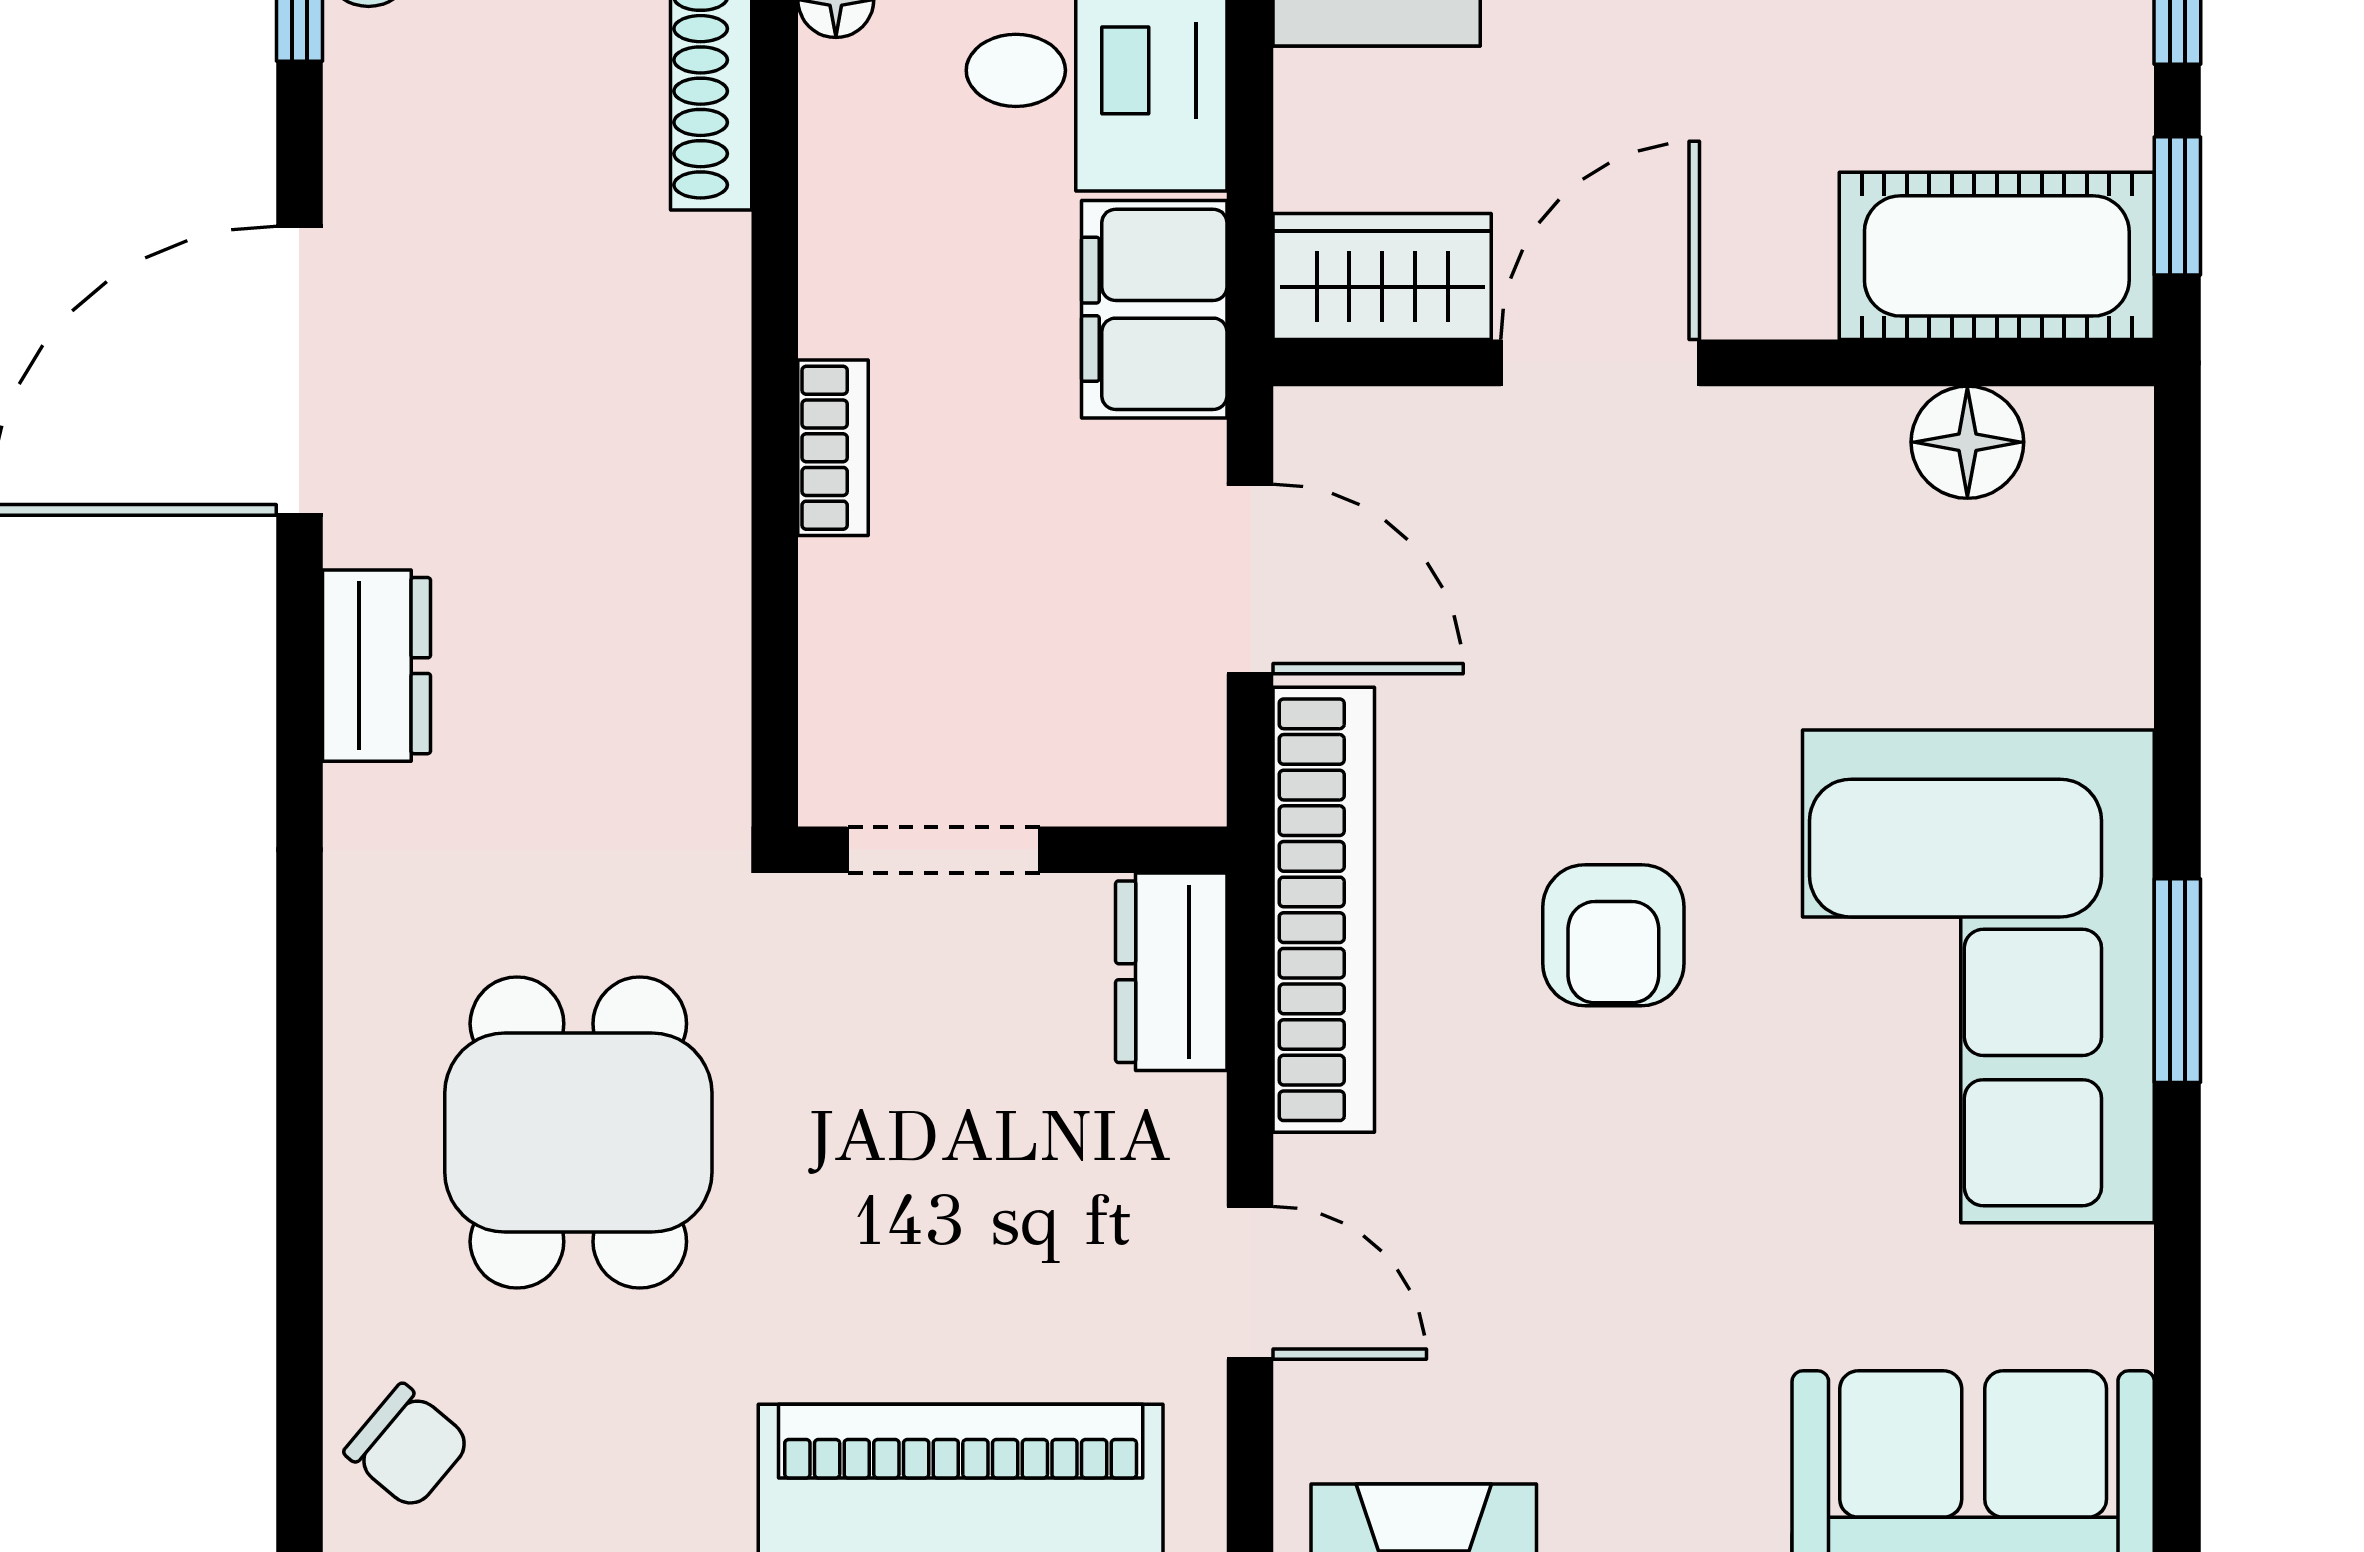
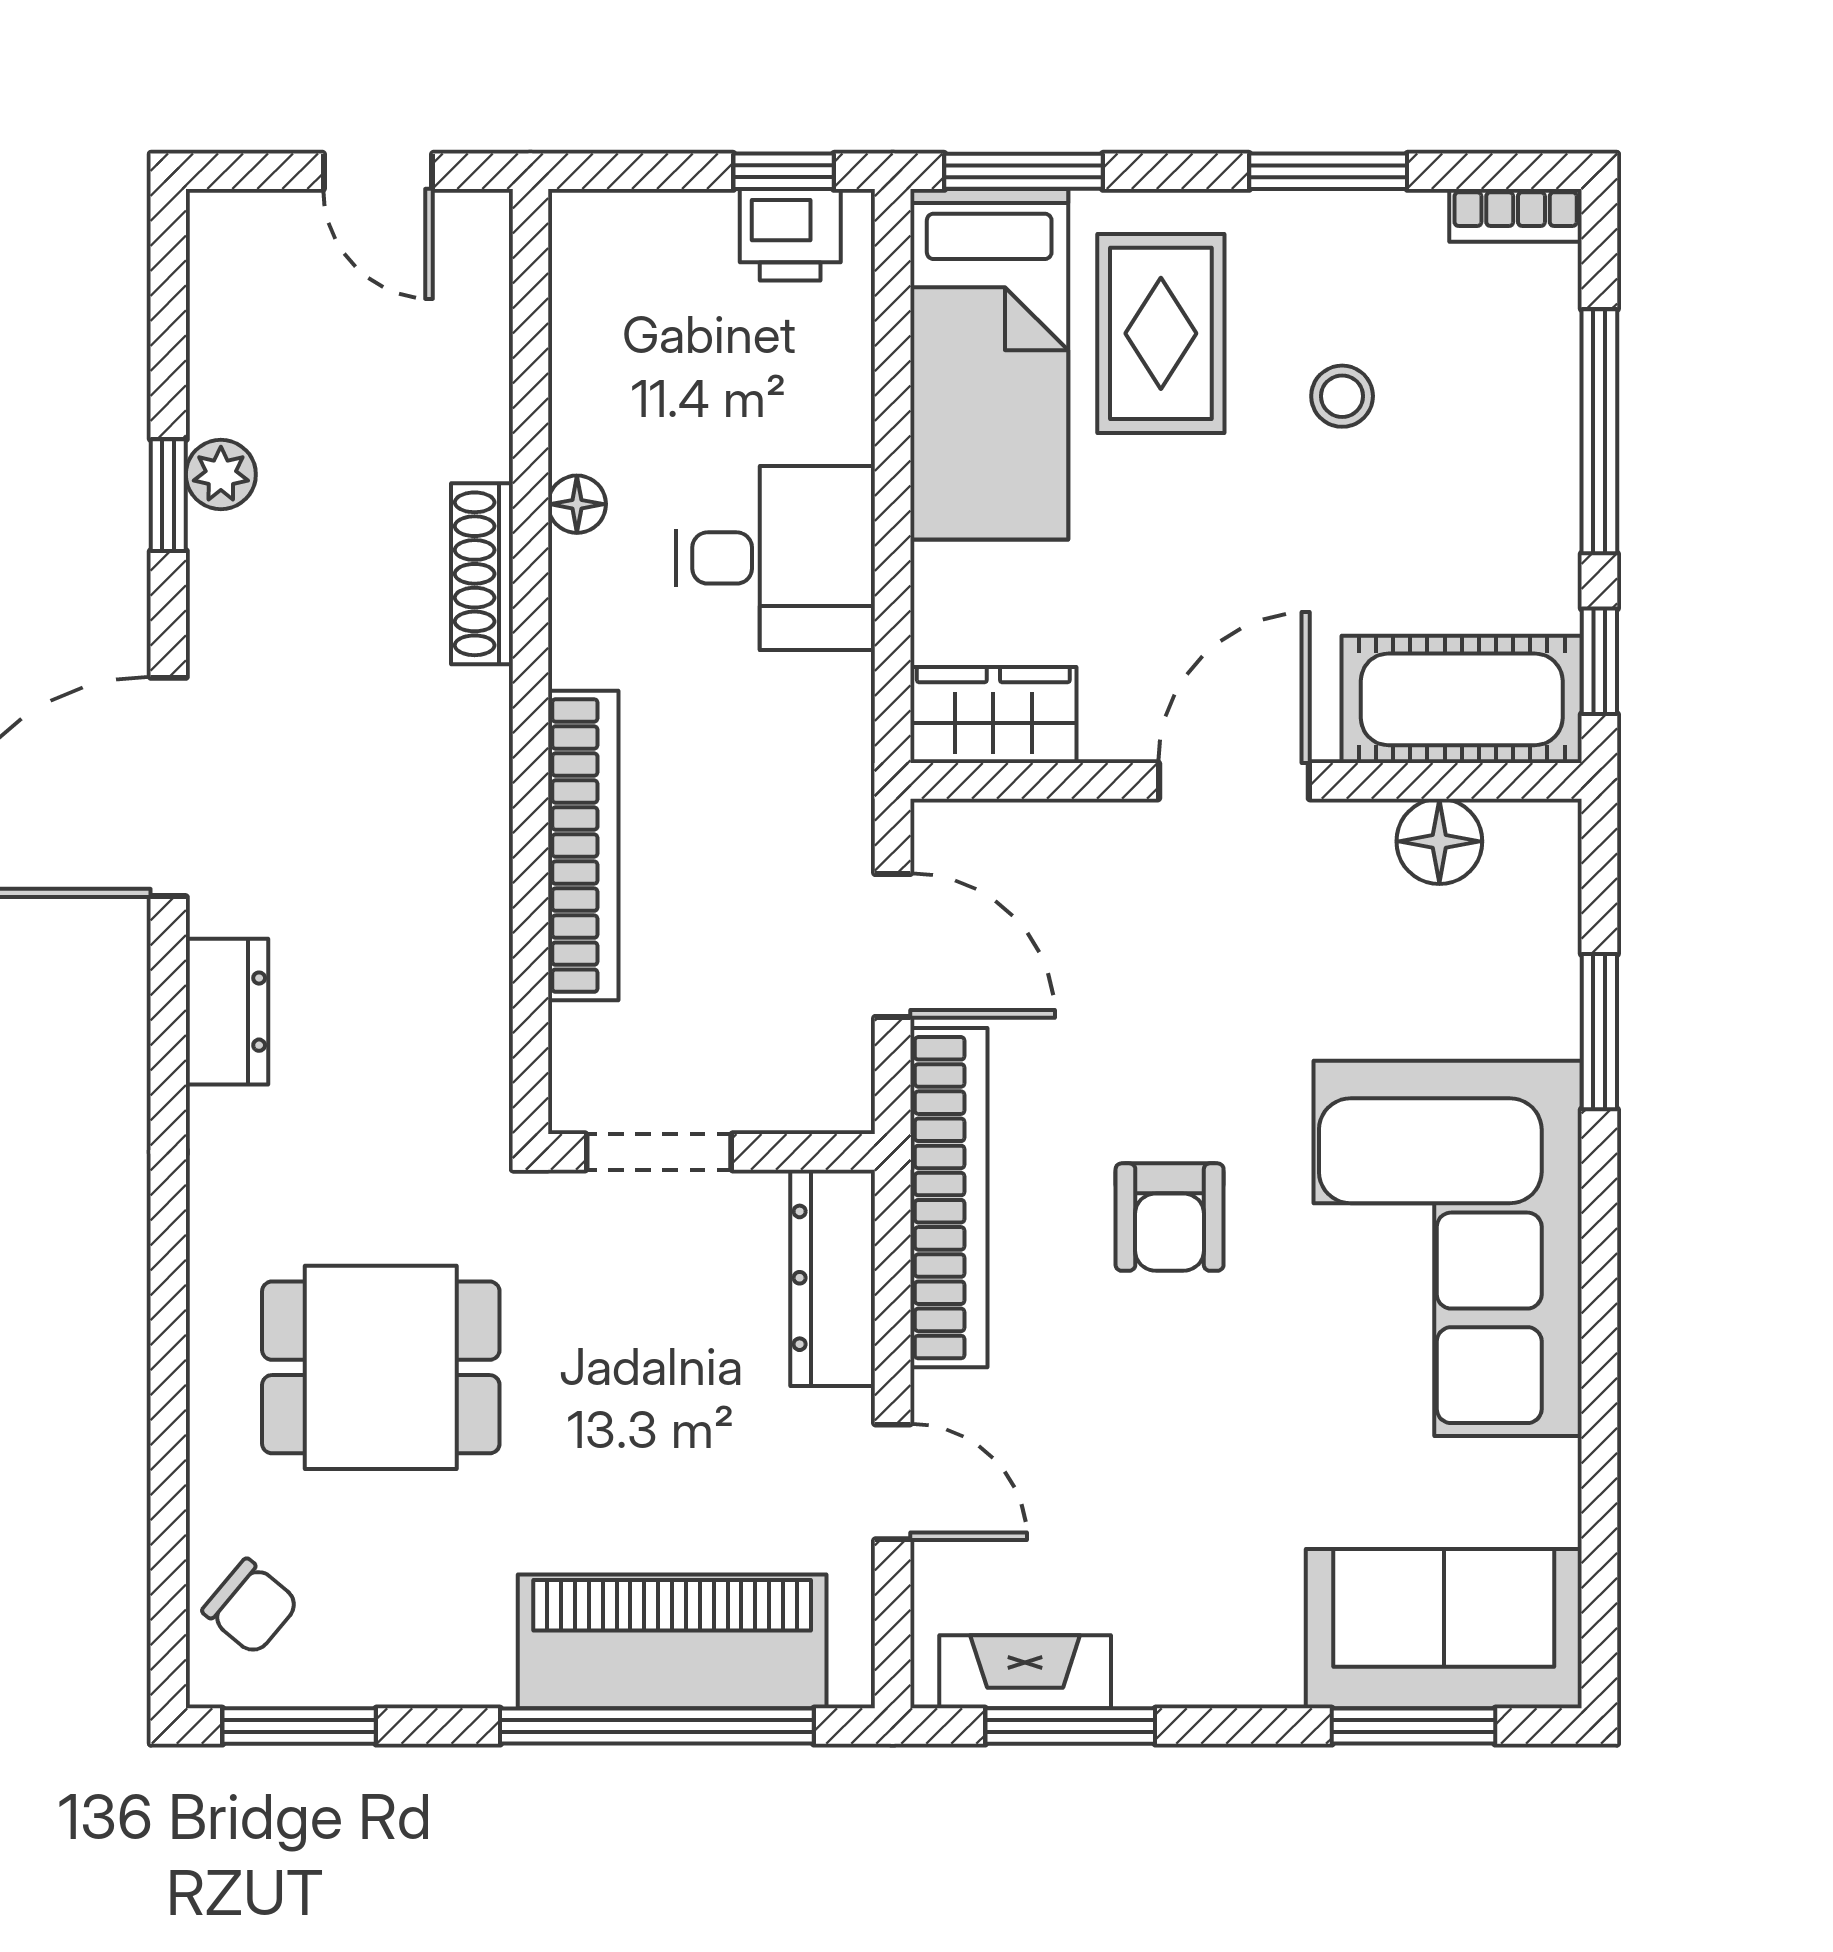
filing cabinet: (1154, 309) -> (820, 740), removed
door: (1600, 363) -> (1234, 781), moved
bookcase: (833, 448) -> (583, 846), width x2.31, depth x1.31
dresser: (1171, 972) -> (833, 1278), width x1.44
window: (2177, 981) -> (1599, 1032), moved
dining table: (578, 1133) -> (381, 1367), turned 90

